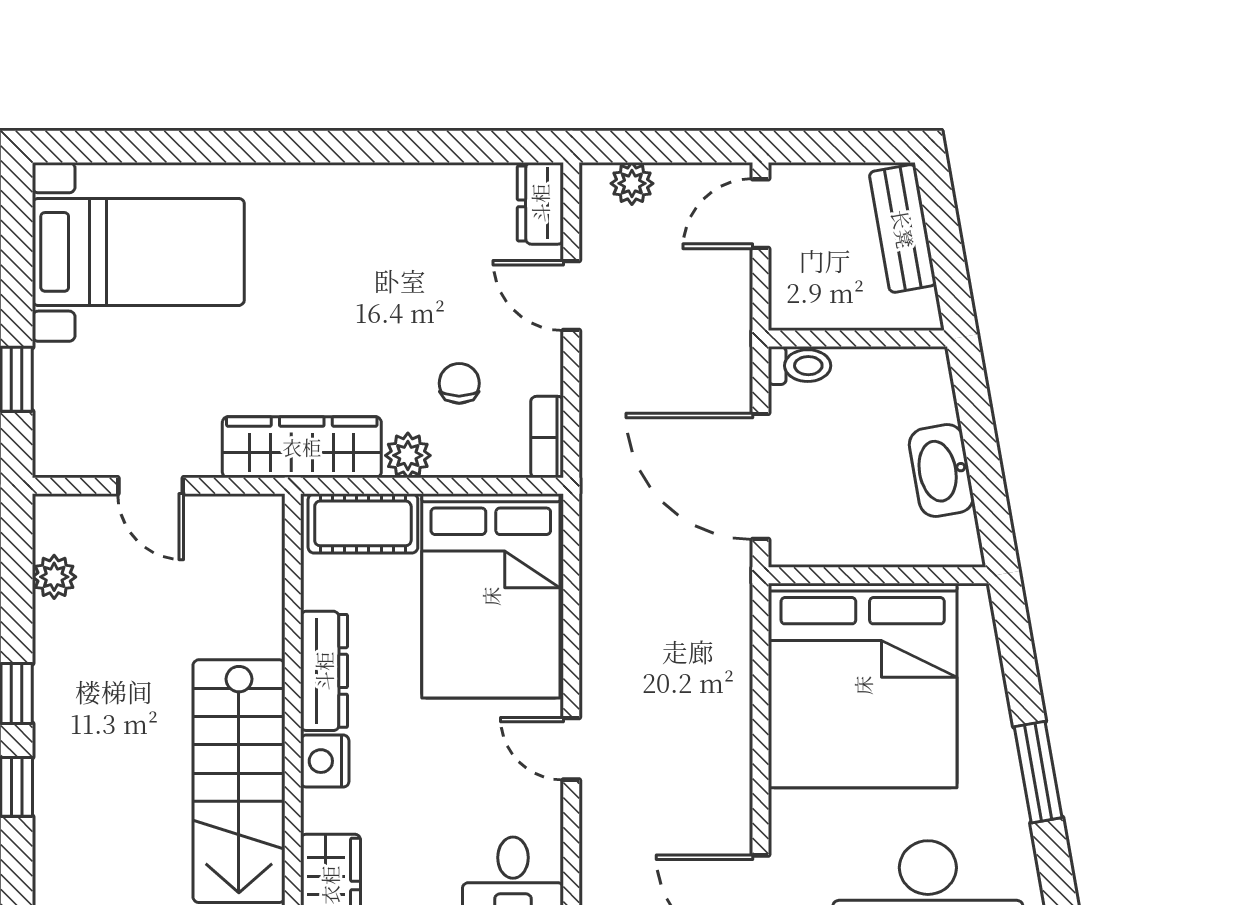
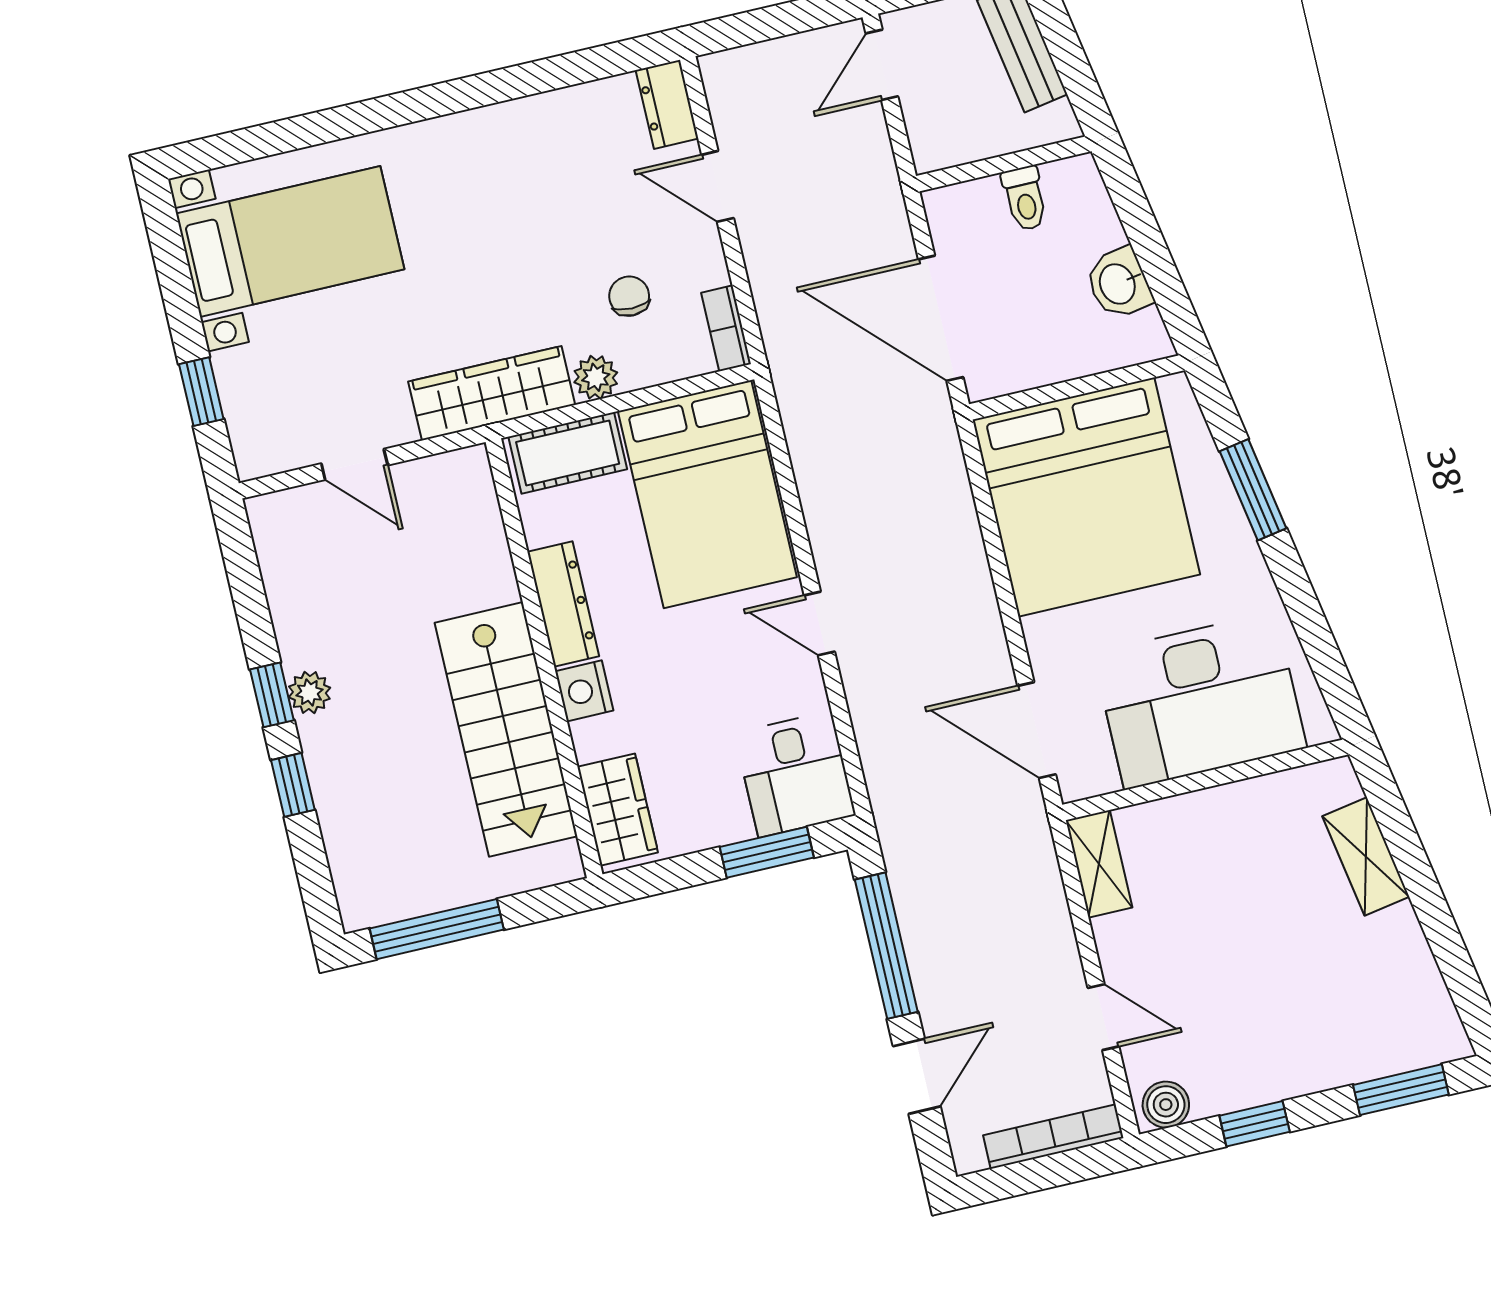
plant: (632, 183) -> (751, 65), removed
toilet: (800, 366) -> (1025, 198), moved, turned 90
washbasin: (941, 471) -> (1119, 283), width x0.72
plant: (54, 577) -> (309, 693), moved
window: (1038, 772) -> (1253, 490), moved

